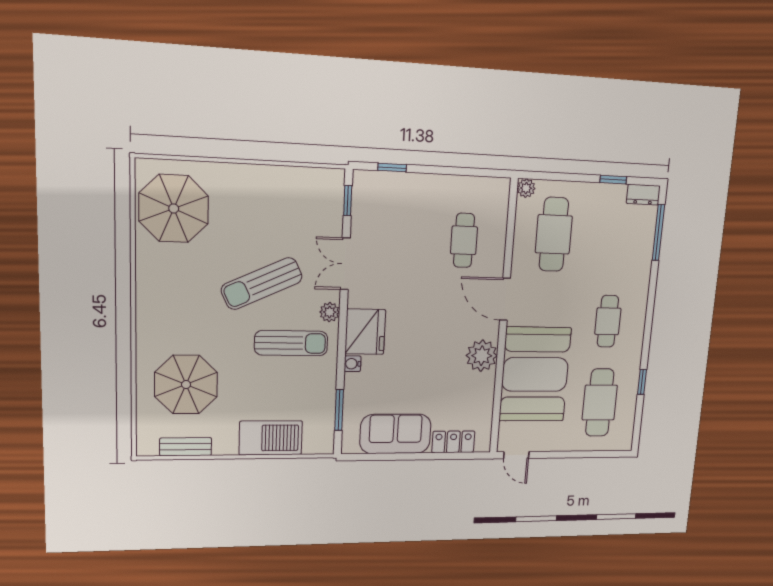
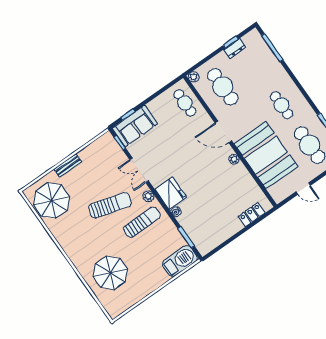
dresser: (643, 195) -> (235, 48), moved
cafe table: (464, 240) -> (185, 103), moved
sun lounger: (262, 283) -> (110, 205), turned -139
plant: (482, 356) -> (234, 159), width x0.53, depth x0.53
sofa: (395, 434) -> (135, 126), moved, turned 180
barbecue: (271, 438) -> (180, 261), moved
bench: (186, 447) -> (68, 165), moved
door: (516, 455) -> (303, 189), moved

